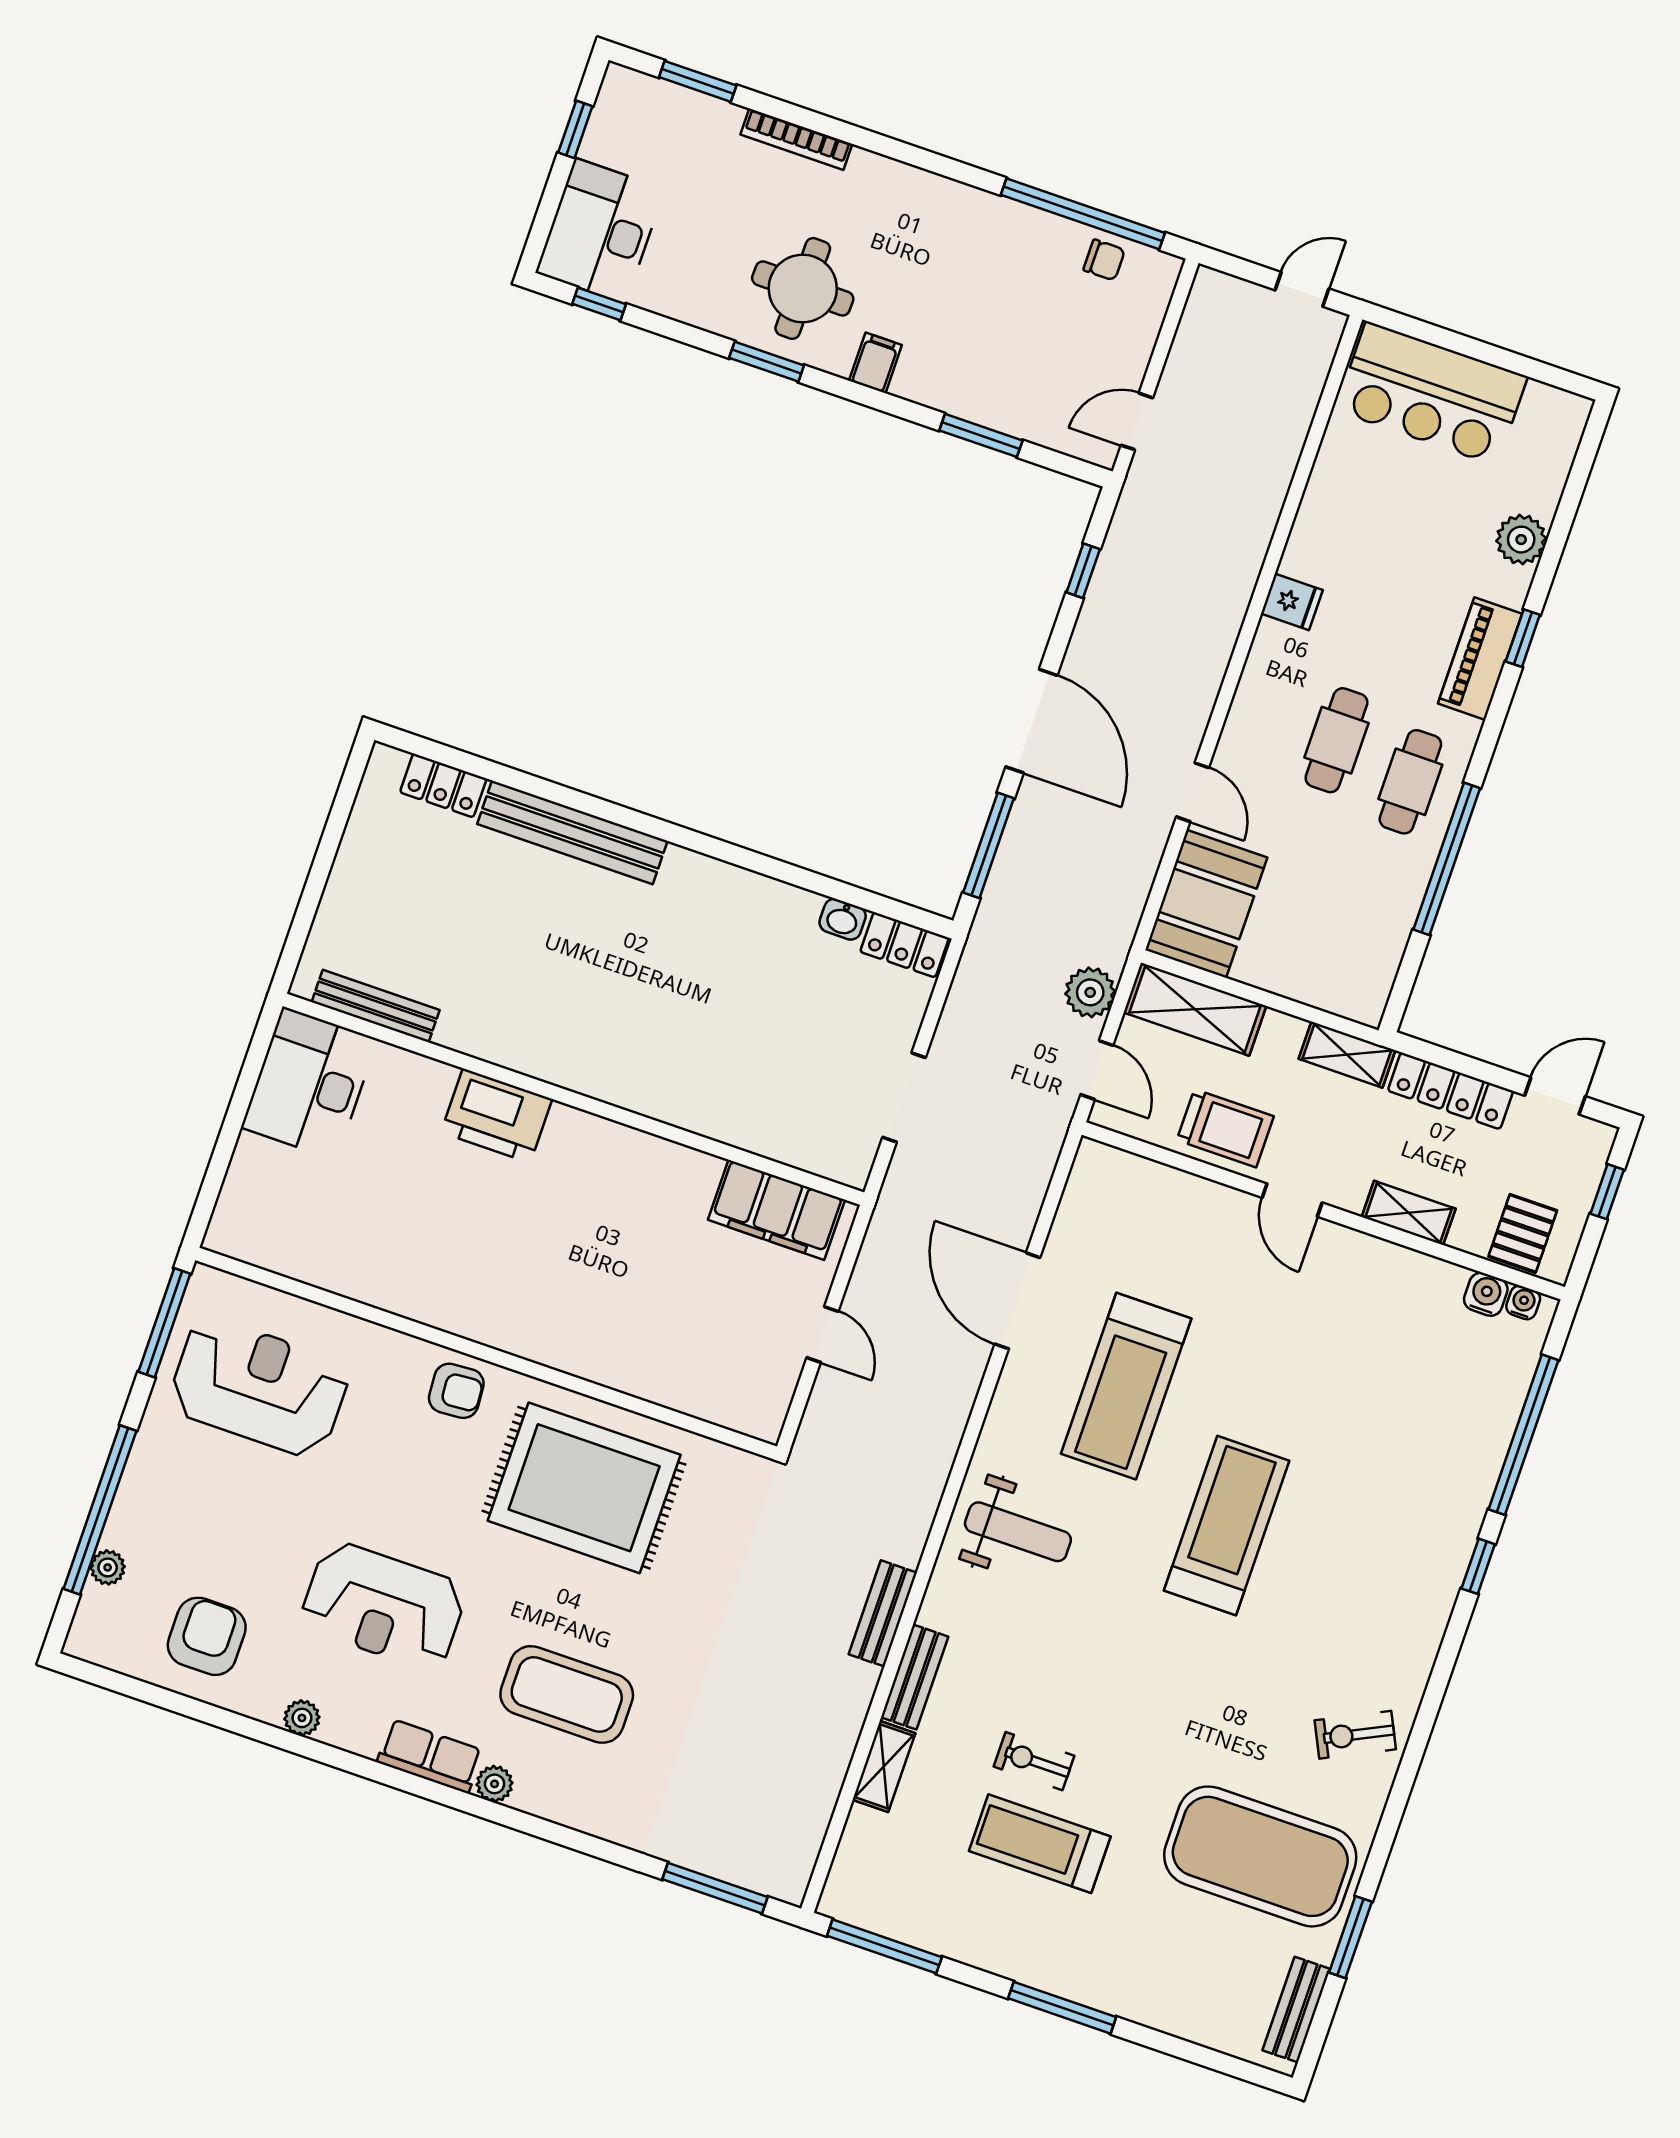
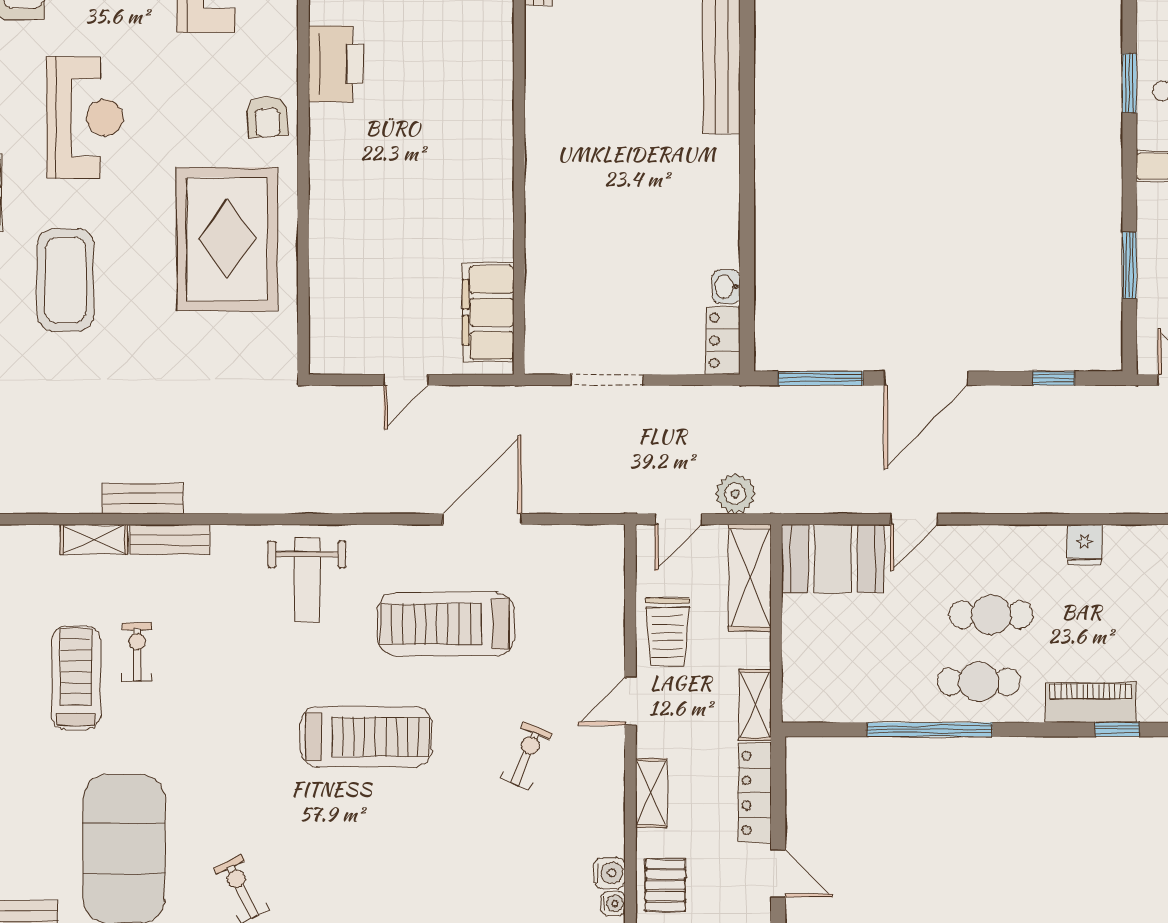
printer: (496, 1116) -> (336, 64), moved, turned 180
pallet: (1523, 1233) -> (665, 885), turned 90
exercise bike: (1314, 1345) -> (526, 756), added
reception desk: (383, 1606) -> (85, 118), turned 180
bench: (883, 1613) -> (143, 499), moved

